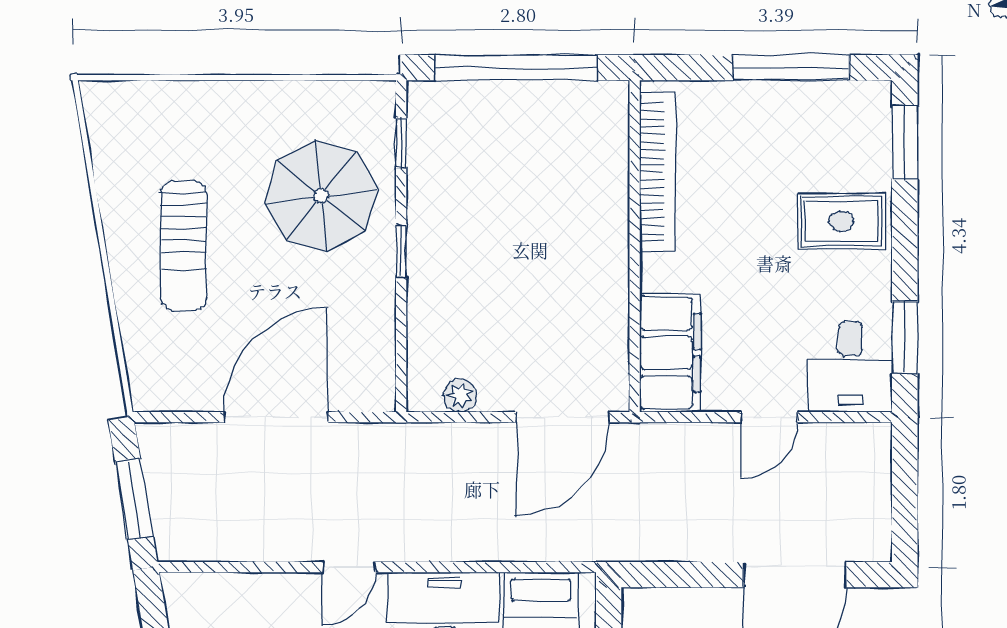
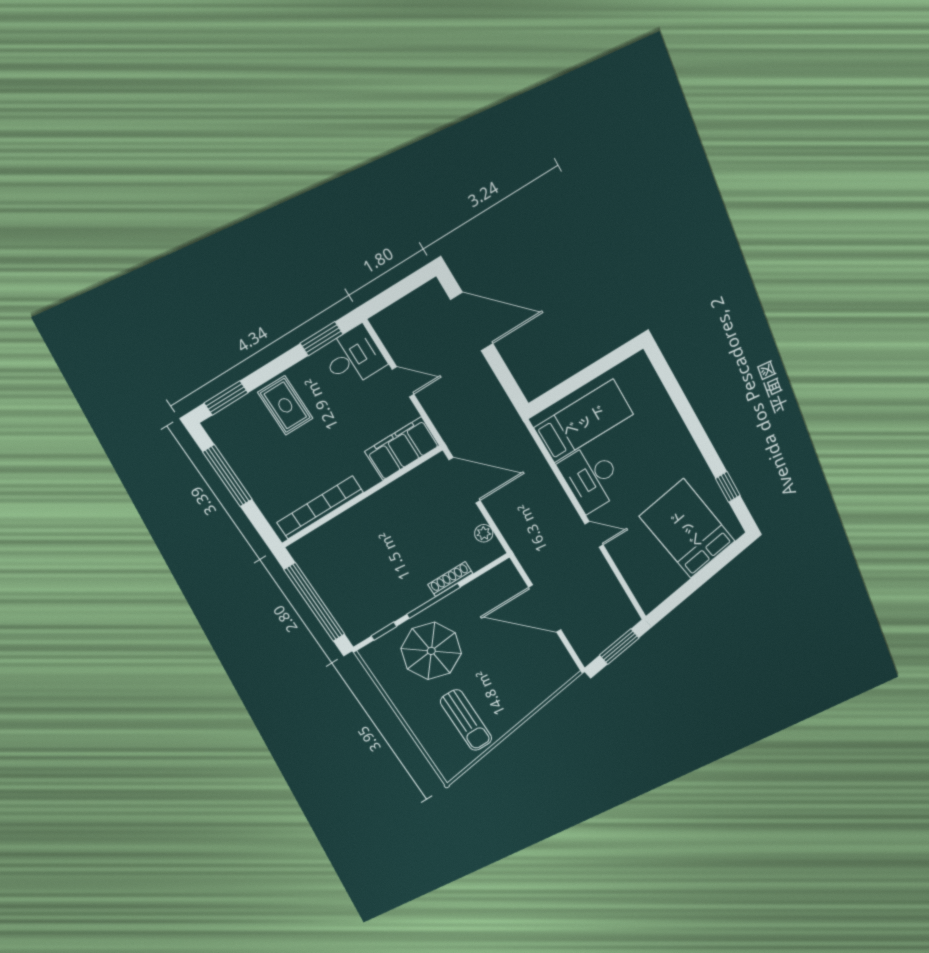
sun lounger: (184, 246) -> (466, 720), moved, turned 90
window: (401, 251) -> (433, 601), width x2.17
shoe rack: (420, 299) -> (450, 579), added

